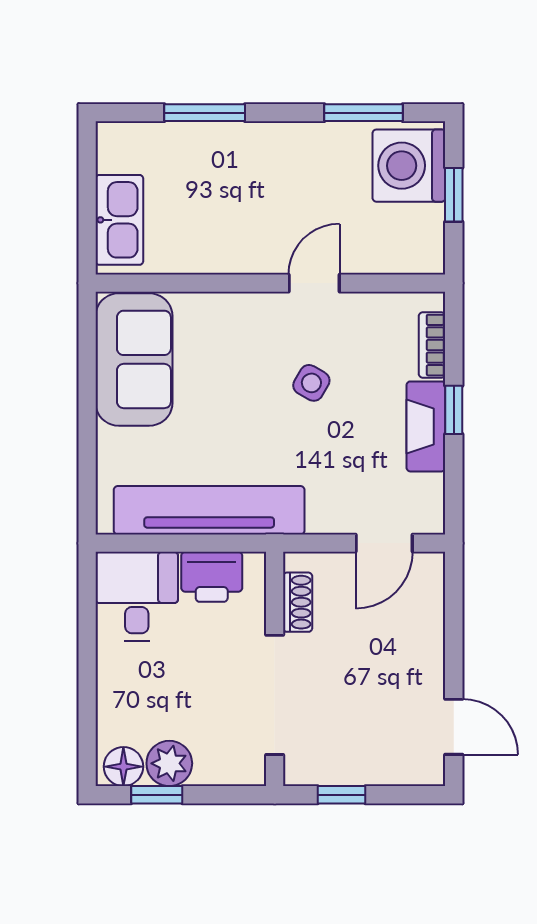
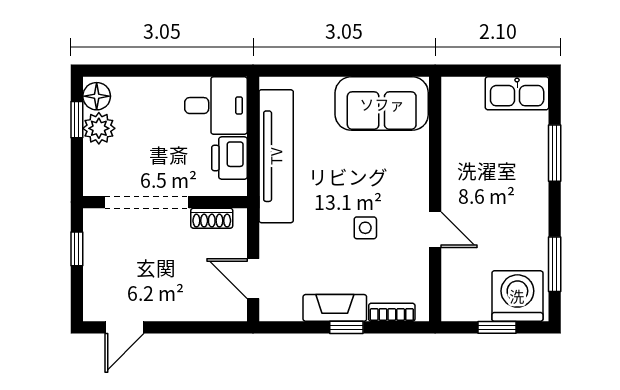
kitchen sink: (119, 220) -> (517, 93), moved
side table: (311, 383) -> (365, 228), turned -30

